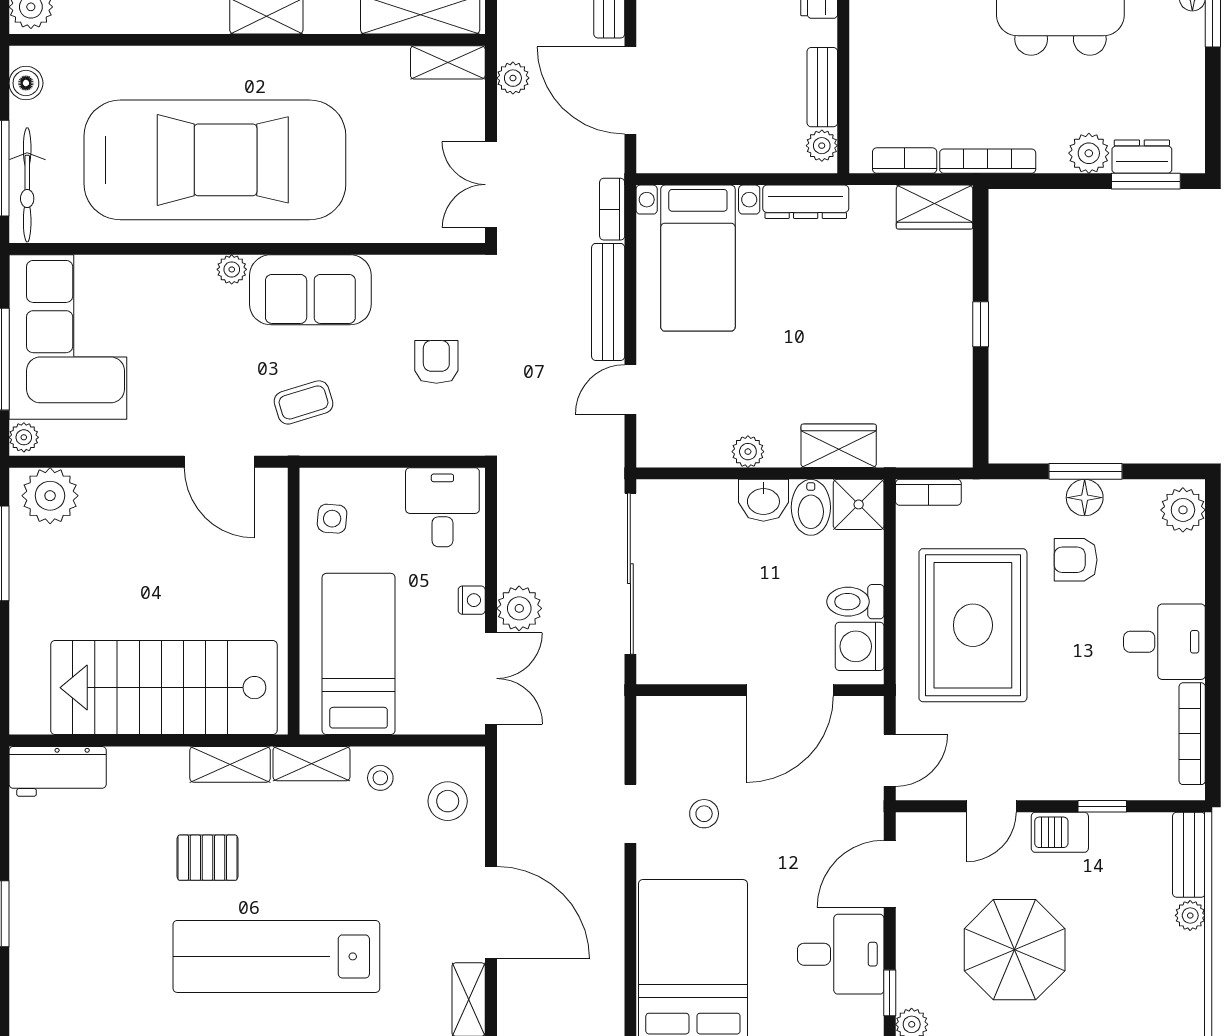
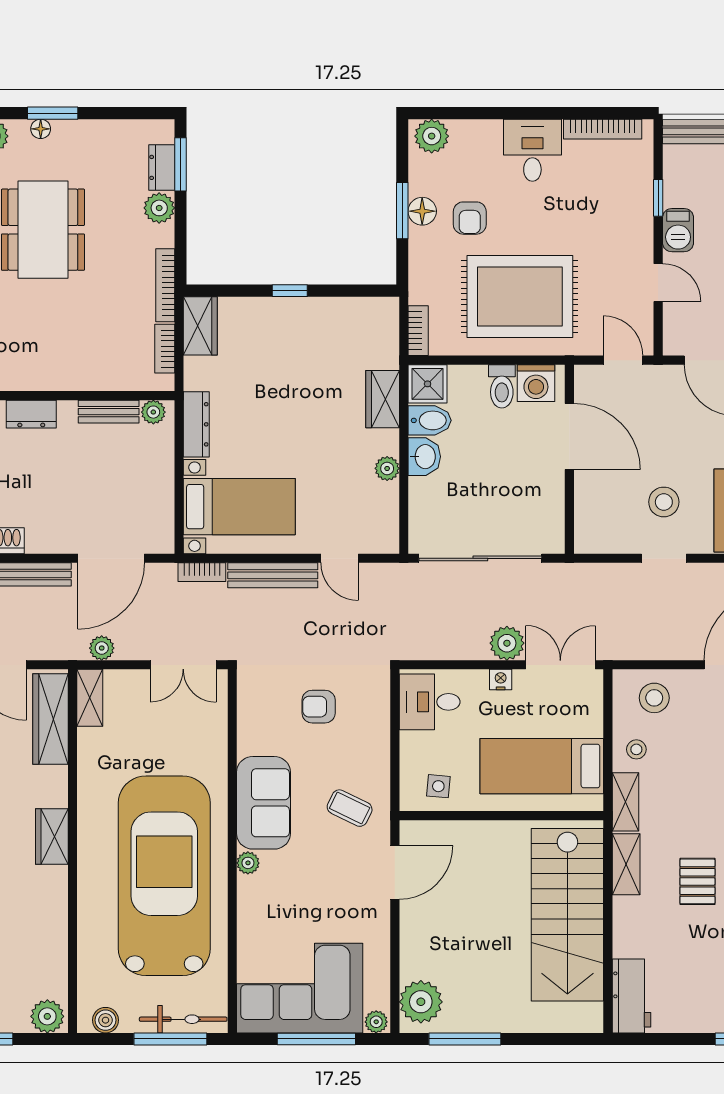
coffee table: (304, 402) -> (350, 808), turned -47
stool: (704, 814) -> (664, 502), width x1.37, depth x1.37

